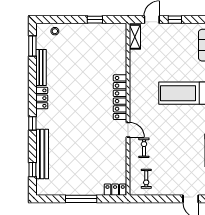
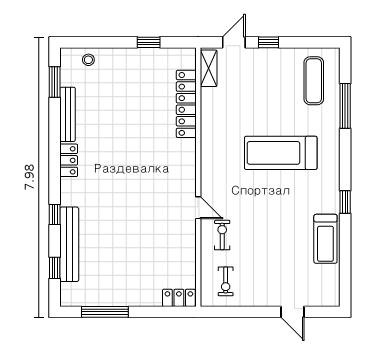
locker: (120, 97) -> (186, 104), moved
window: (32, 123) -> (55, 214), moved
window: (81, 199) -> (105, 312), moved

